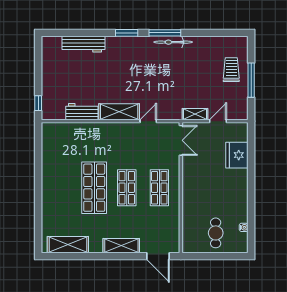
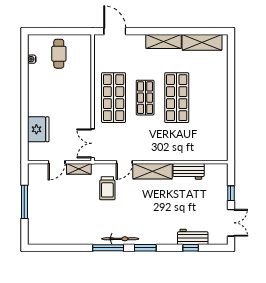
window: (80, 33) -> (191, 248), added
bicycle: (173, 42) -> (120, 239), moved
workbench: (83, 44) -> (193, 237), width x0.73
double door: (38, 59) -> (231, 223), added
trolley: (231, 70) -> (107, 188), moved
window: (38, 103) -> (231, 193), moved
shop shelf: (159, 188) -> (114, 98), width x1.43, depth x1.36
shelving: (121, 246) -> (164, 41), moved

